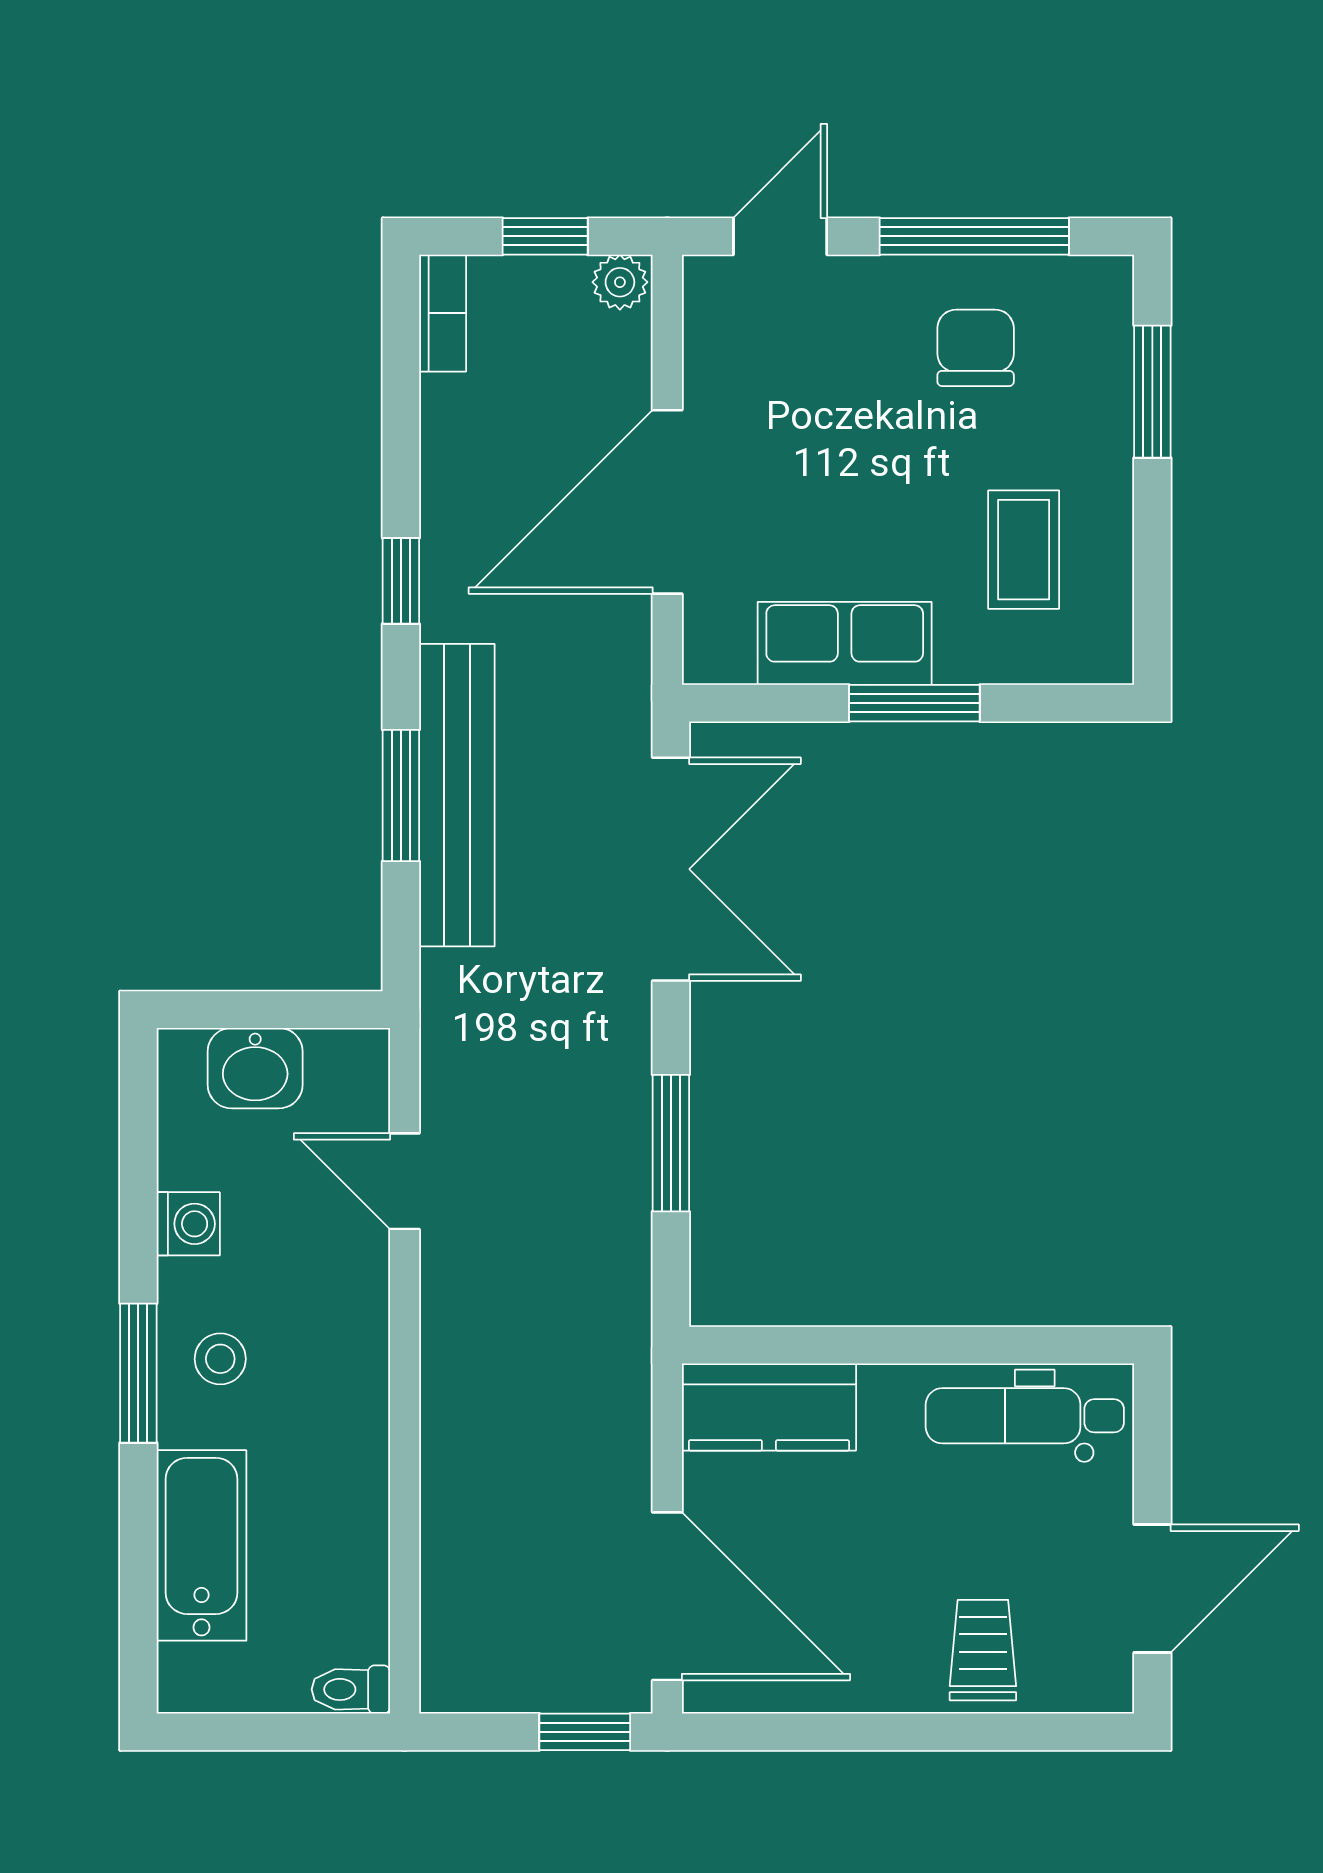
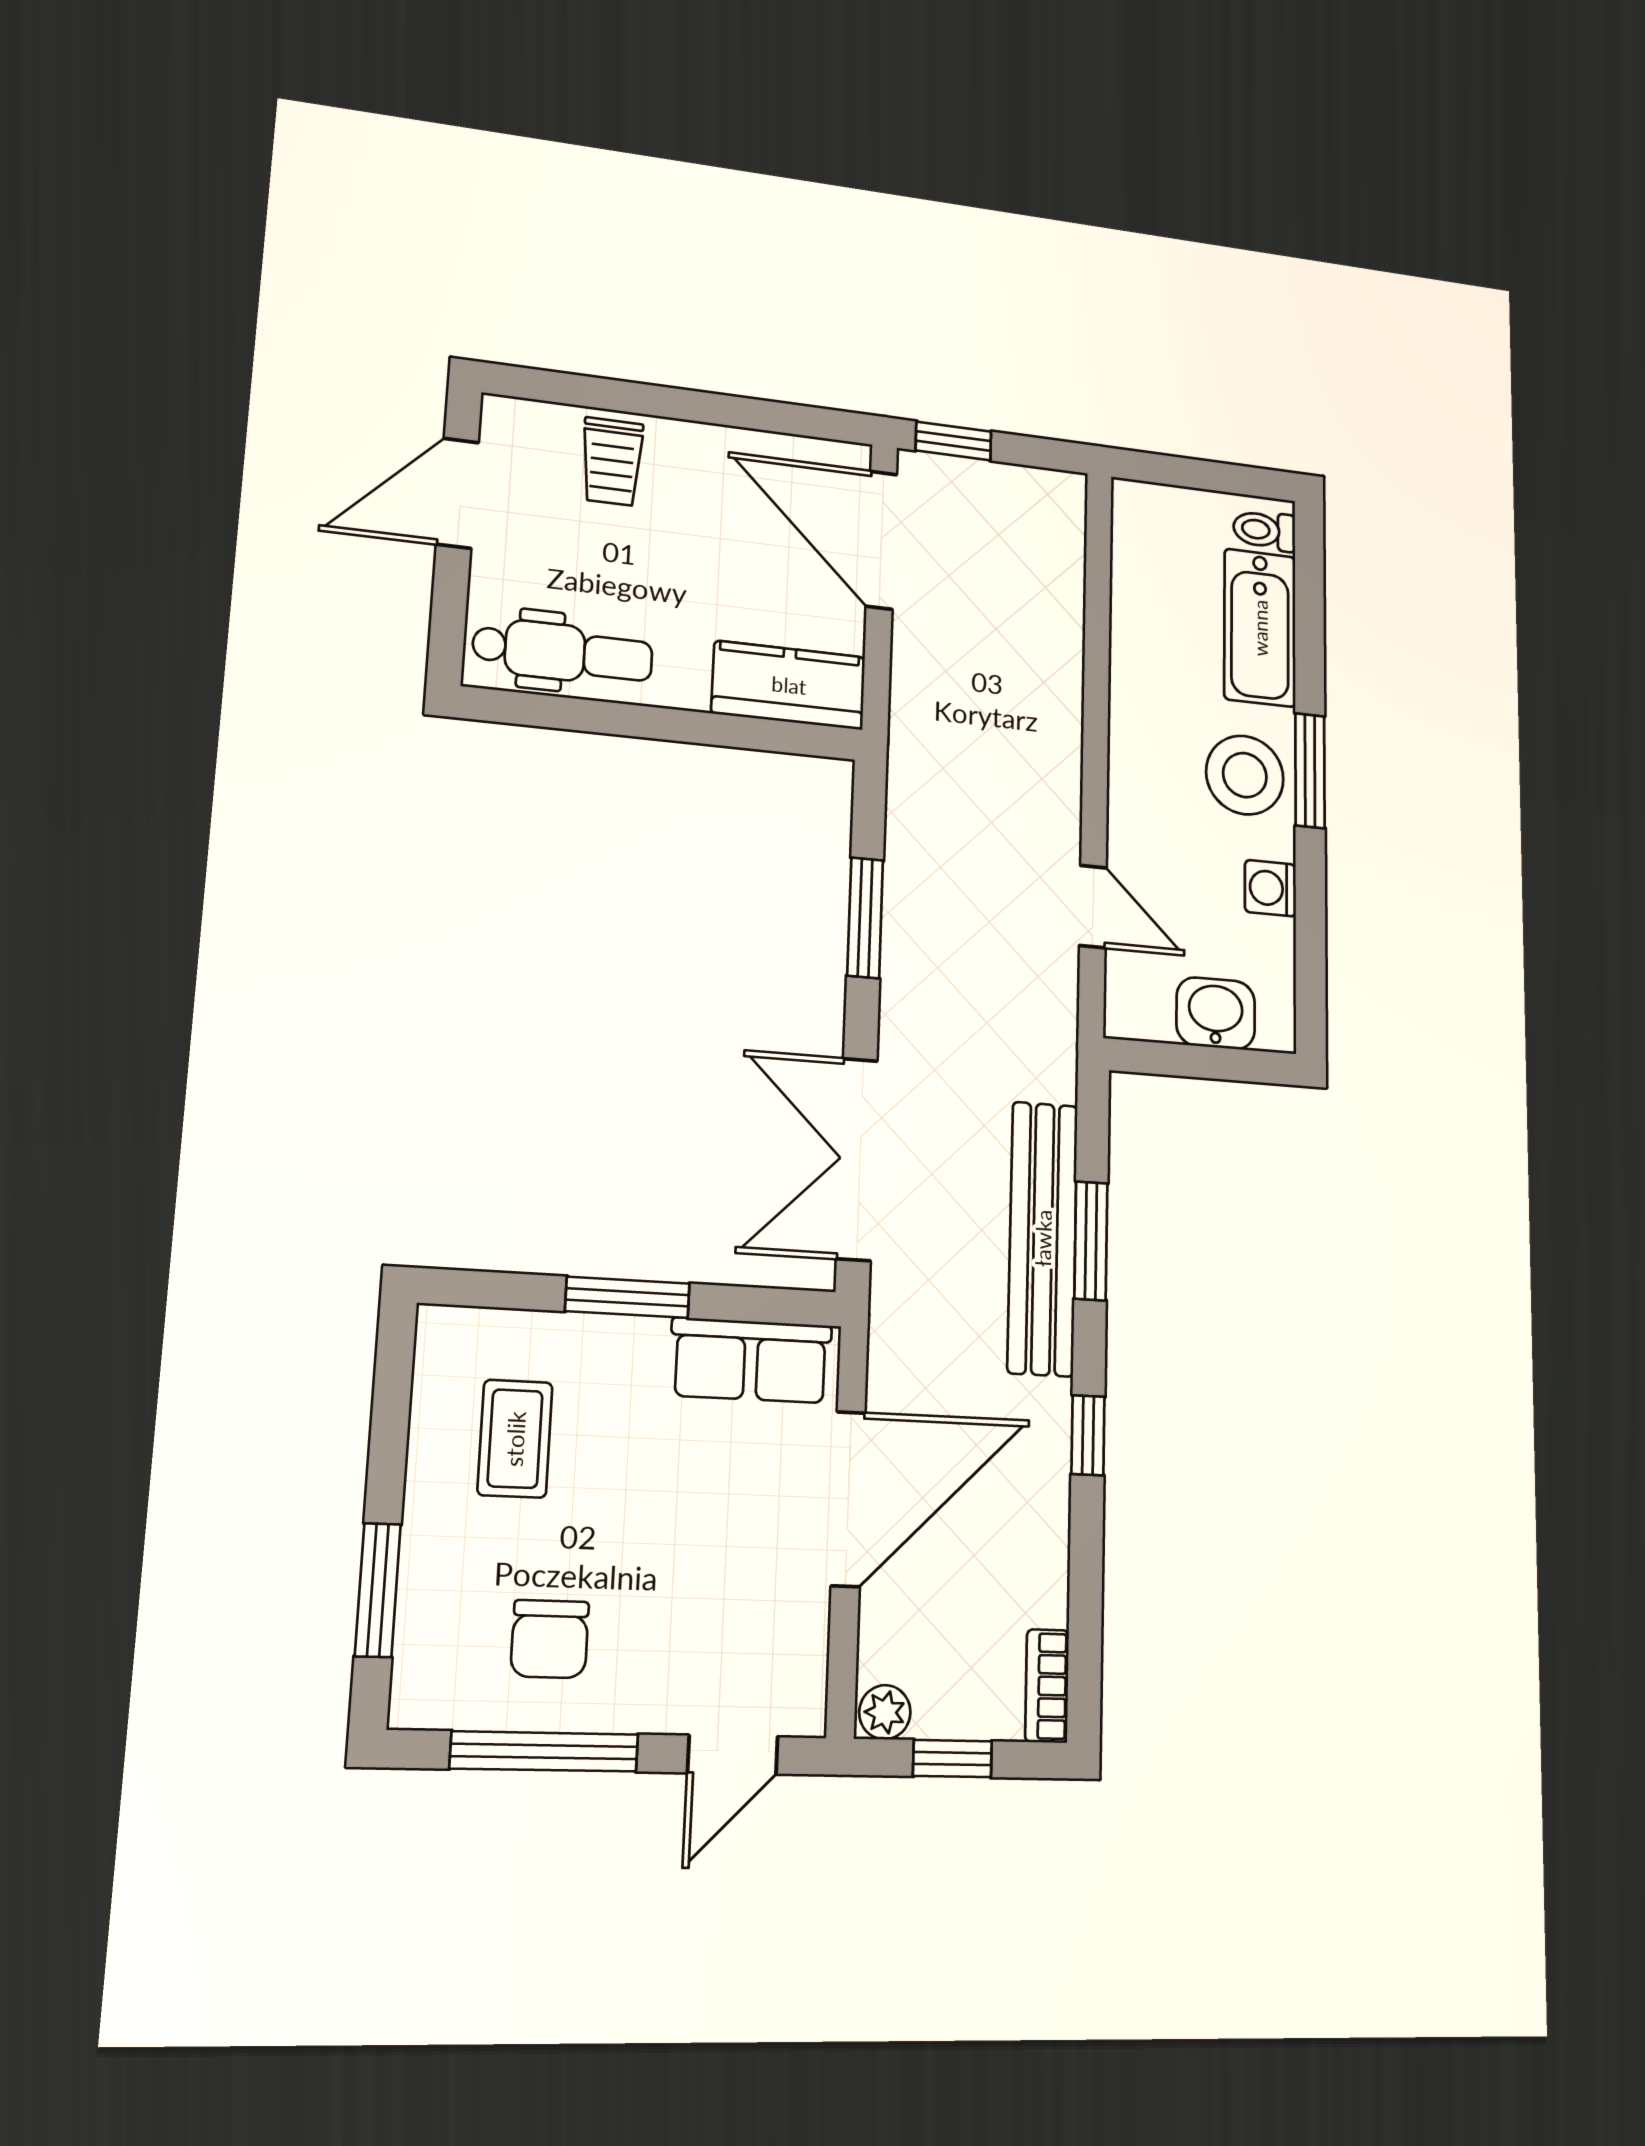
row of seats: (845, 643) -> (751, 1360), moved
stool: (220, 1359) -> (1245, 775), width x1.89, depth x1.89
toilet: (351, 1689) -> (1264, 530), moved, turned 180

